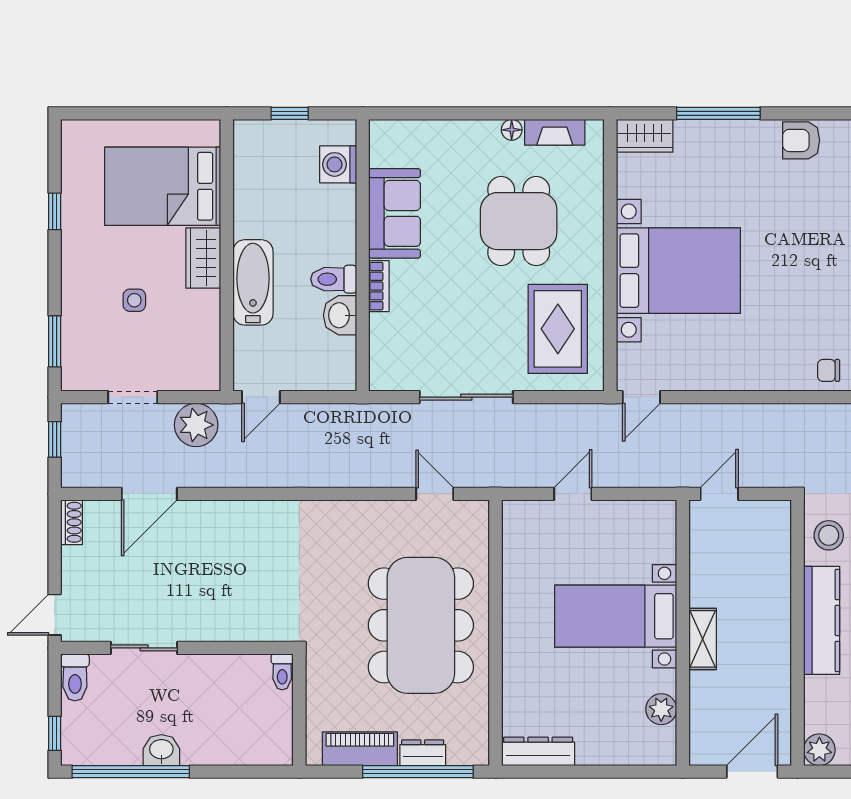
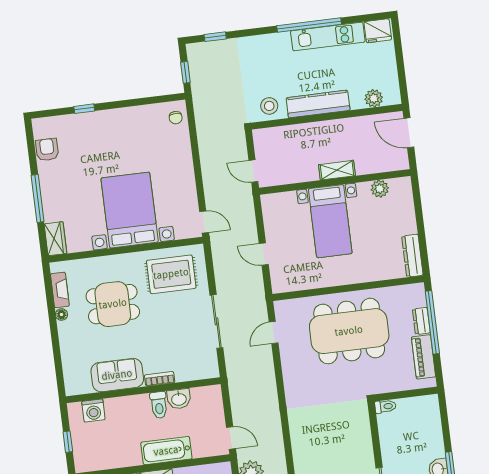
armchair: (801, 140) -> (47, 150), turned 180
plant: (819, 750) -> (374, 98), moved

